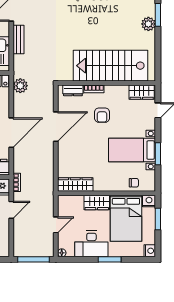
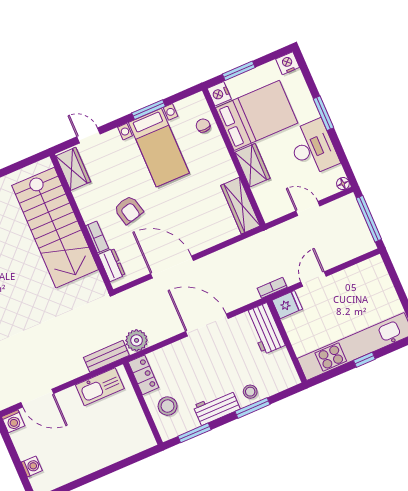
bench: (18, 39) -> (106, 356), moved
armchair: (102, 115) -> (129, 210), turned 76
door: (11, 210) -> (314, 279), hinge flipped

